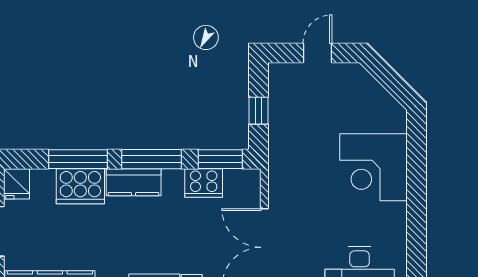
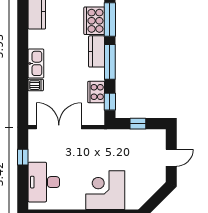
door: (317, 53) -> (171, 158), hinge flipped
window: (220, 159) -> (110, 102), width x0.67

